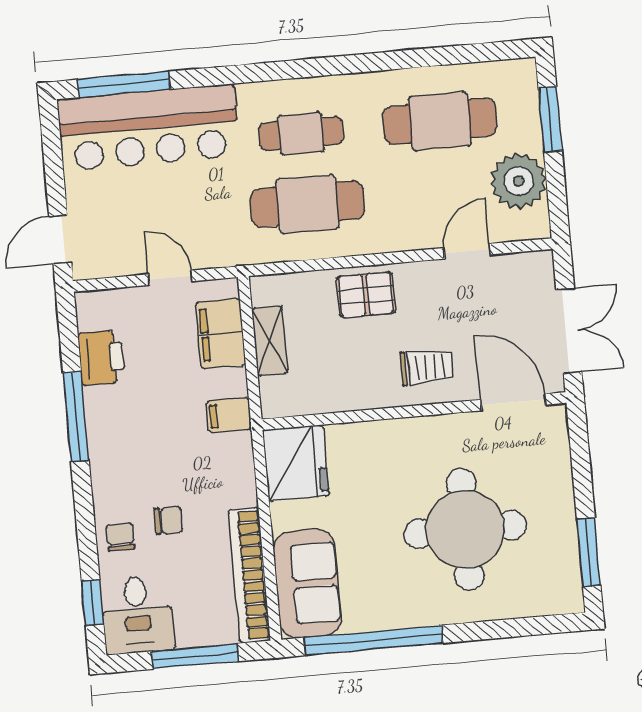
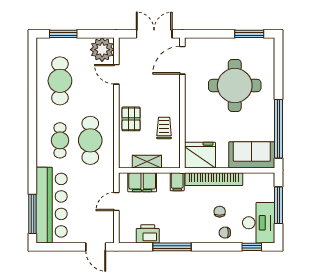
plant: (519, 181) -> (102, 50), moved
trolley: (427, 367) -> (164, 128), moved
bookcase: (249, 575) -> (214, 179), moved
desk: (137, 615) -> (259, 223), width x1.37

